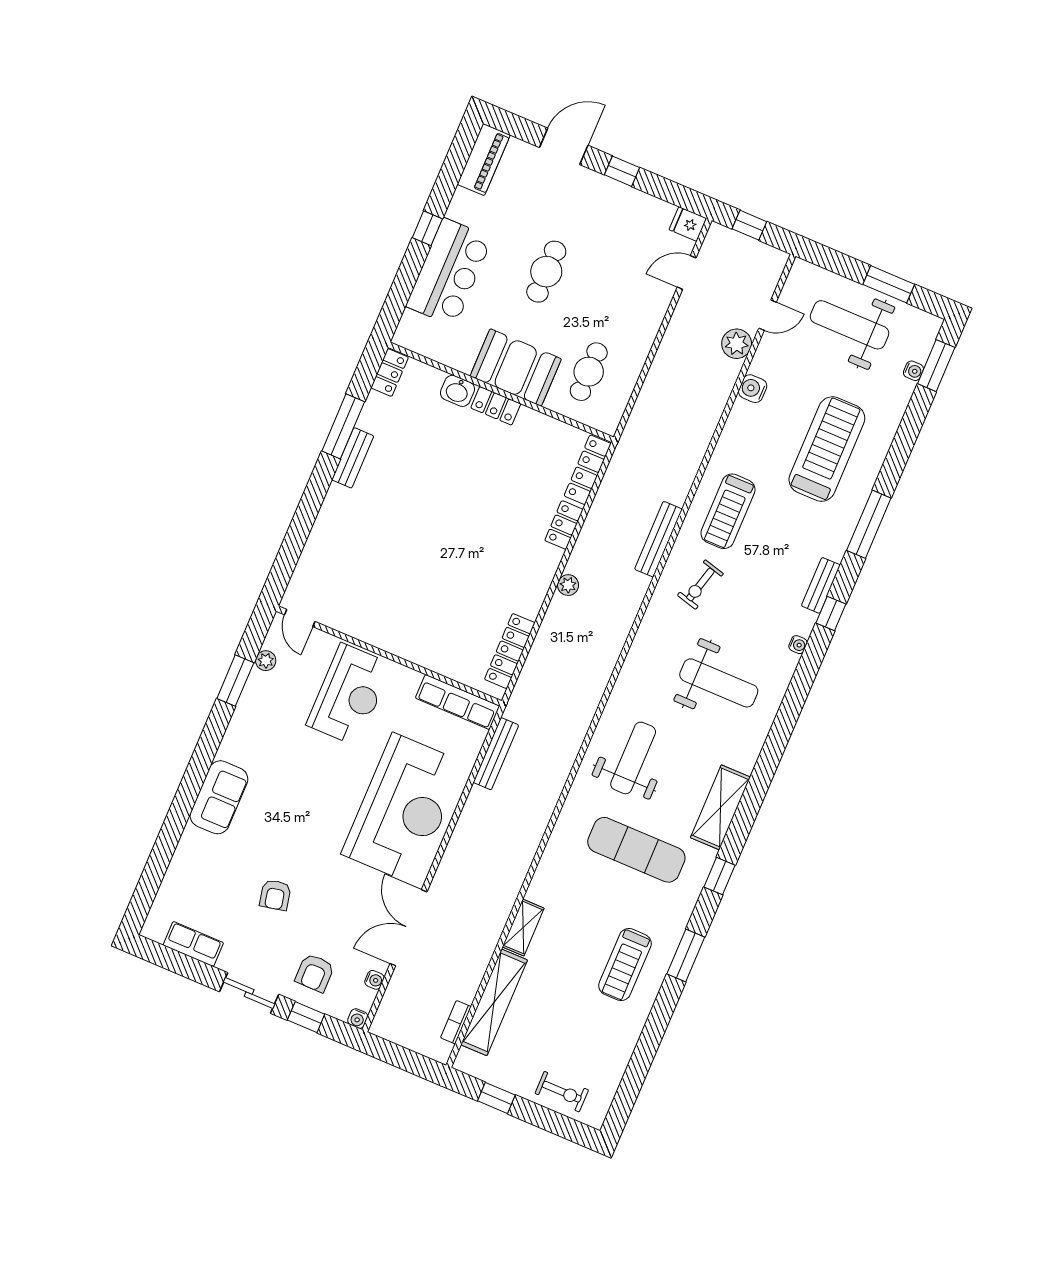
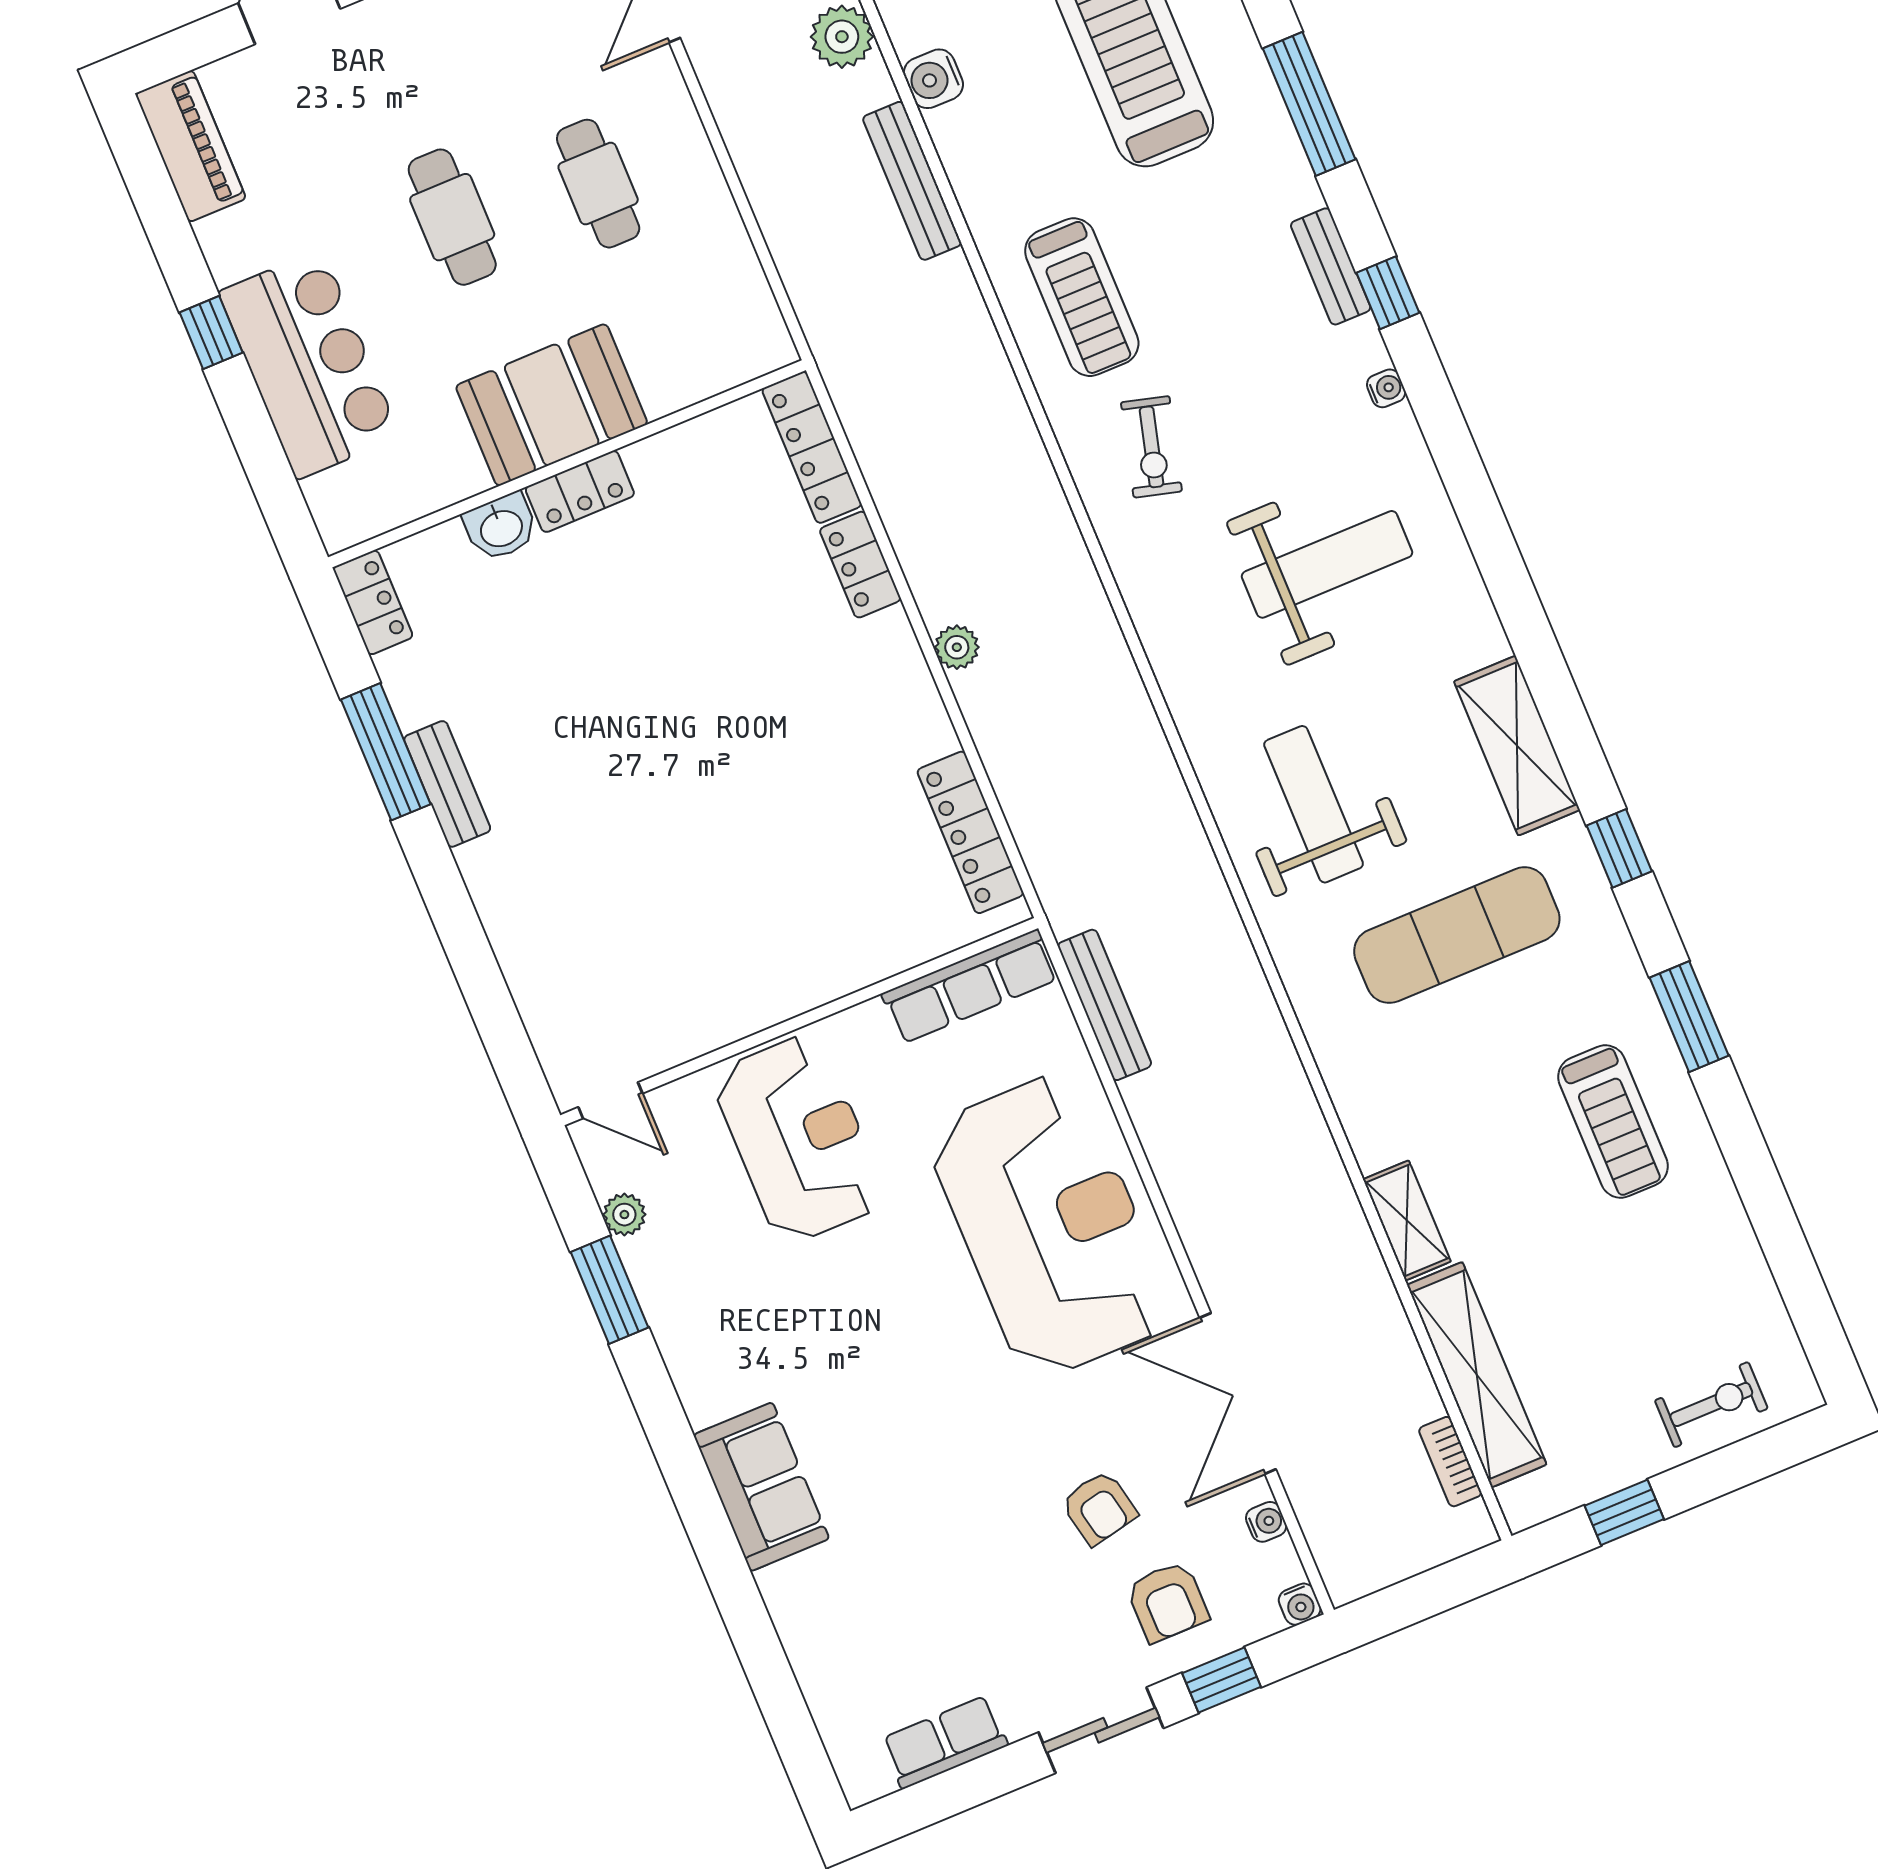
cafe table: (589, 372) -> (598, 184), moved
bench: (658, 539) -> (912, 181), moved
armchair: (275, 895) -> (1099, 1508), moved

